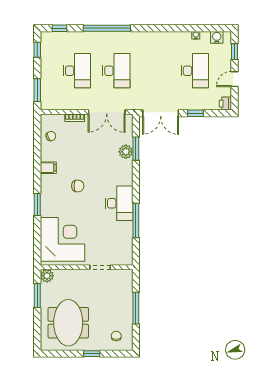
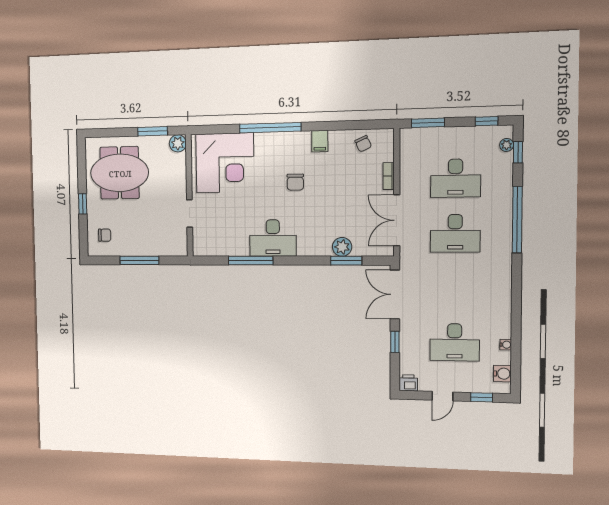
plant: (54, 36) -> (507, 145), added
door: (234, 79) -> (443, 396), swing flipped
window: (37, 204) -> (270, 128), width x2.11

